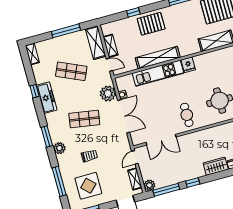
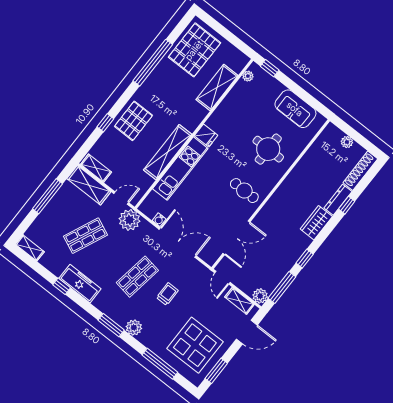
shelving: (110, 46) -> (96, 168), moved
plant: (108, 94) -> (129, 220), moved
trolley: (89, 156) -> (167, 294), moved
display table: (88, 186) -> (195, 345), width x1.36, depth x1.36

